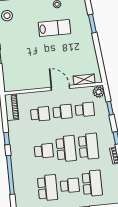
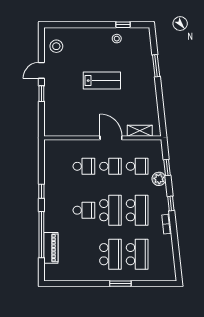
lab bench: (54, 28) -> (102, 81), moved
plant: (99, 92) -> (159, 179), moved
piano: (12, 107) -> (51, 248), moved
school desk: (70, 186) -> (110, 254), width x1.85
school desk: (47, 188) -> (84, 254), removed

